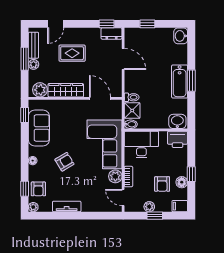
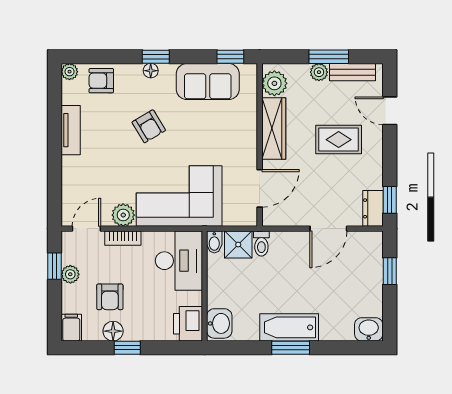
rug: (72, 53) -> (339, 140), turned 90
armchair: (162, 184) -> (110, 297), turned -90
window: (25, 189) -> (156, 57), moved
window: (155, 216) -> (55, 266), moved

